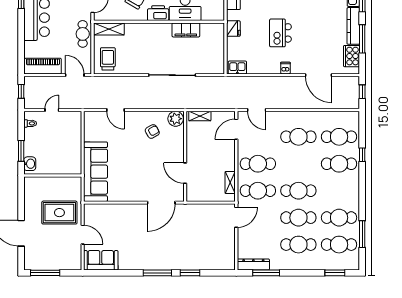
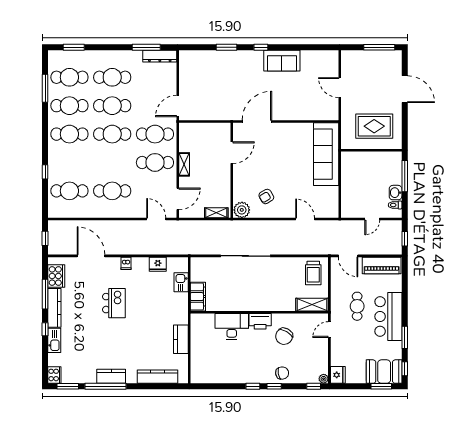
fridge: (233, 29) -> (158, 264), moved, turned -90
filing cabinet: (186, 30) -> (198, 297), moved, turned 90
kitchen island: (280, 33) -> (114, 303), moved
cafe table: (83, 34) -> (357, 306), moved
kitchen sink: (237, 68) -> (181, 282), moved, turned 90
window: (21, 151) -> (405, 176), width x1.44
washbasin: (30, 164) -> (396, 193), moved
cafe table: (339, 164) -> (69, 134), moved
door: (185, 173) -> (232, 153), hinge flipped
shelving: (230, 182) -> (184, 164), moved
rug: (59, 213) -> (374, 126), moved
sofa: (101, 260) -> (282, 61), moved
window: (157, 273) -> (261, 47), width x0.46

